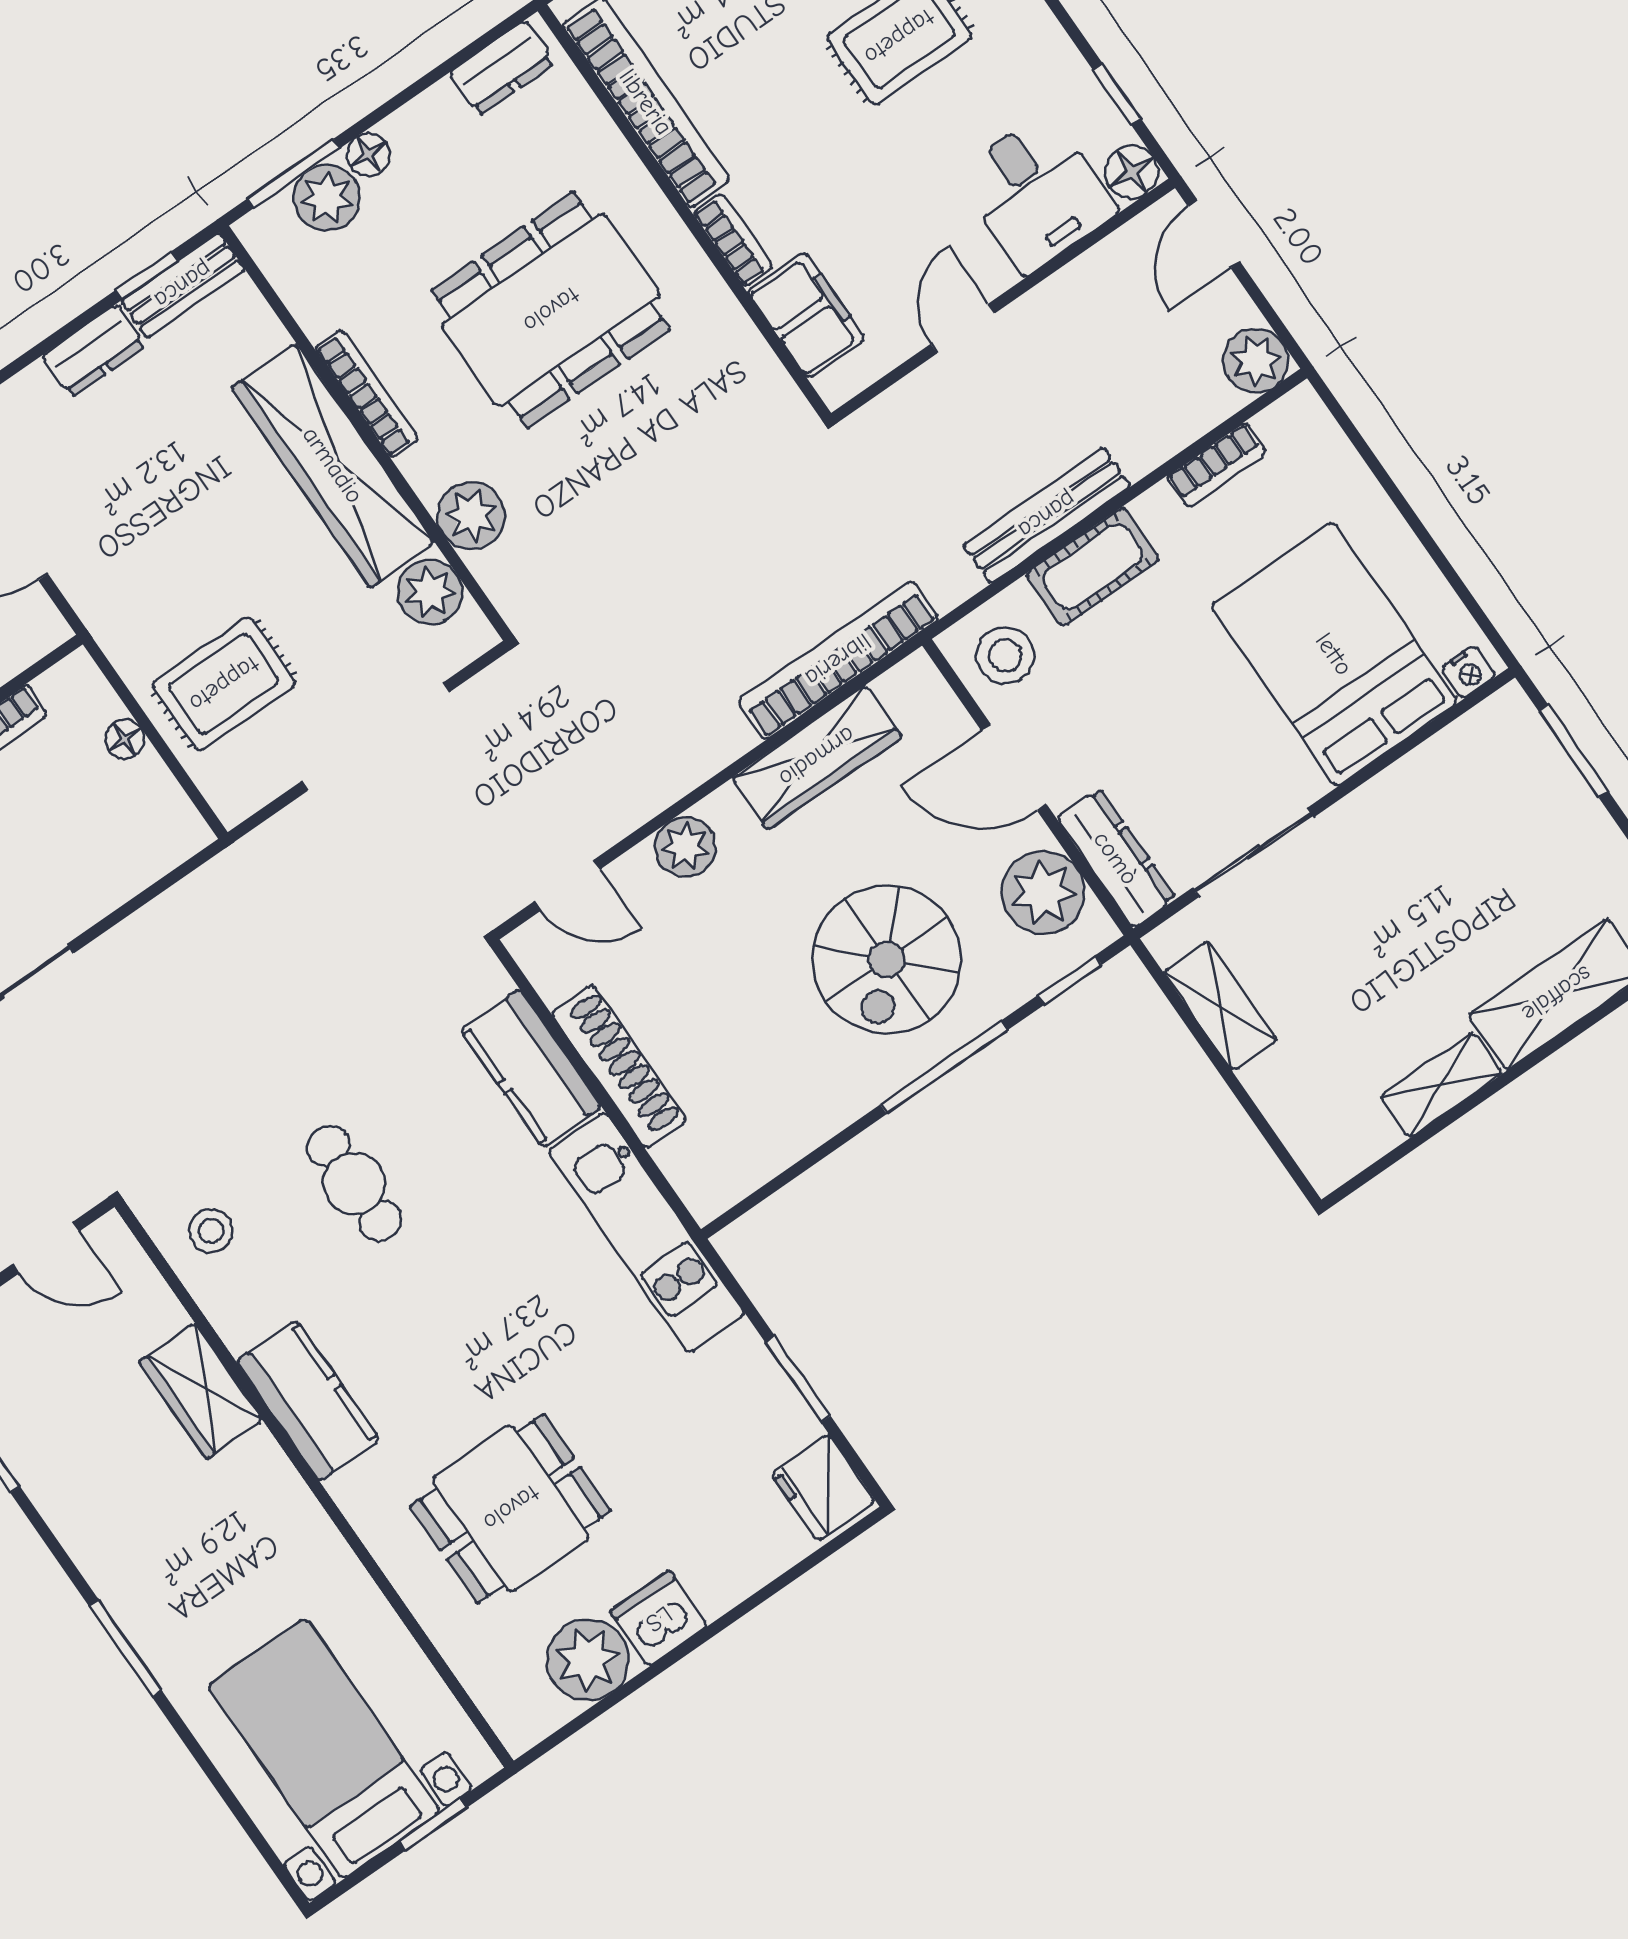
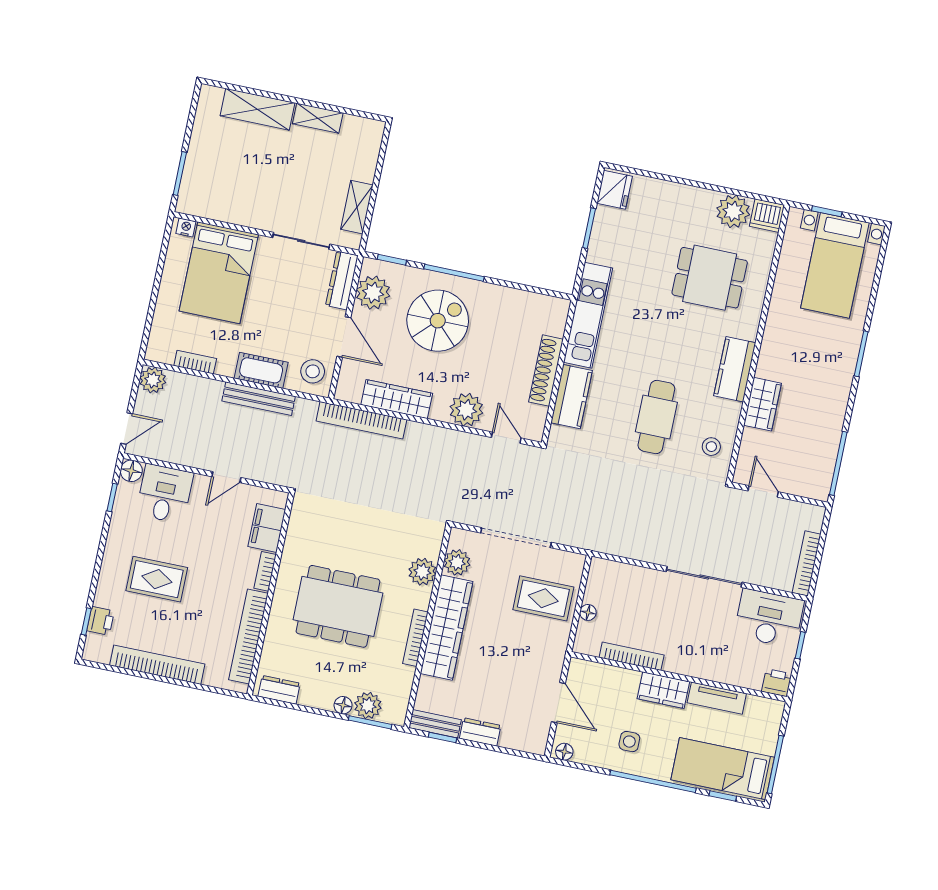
plant: (685, 847) -> (466, 410), width x1.36, depth x1.36
cafe table: (354, 1183) -> (656, 417), width x1.37, depth x1.35
dishwasher: (659, 1619) -> (767, 216), moved

